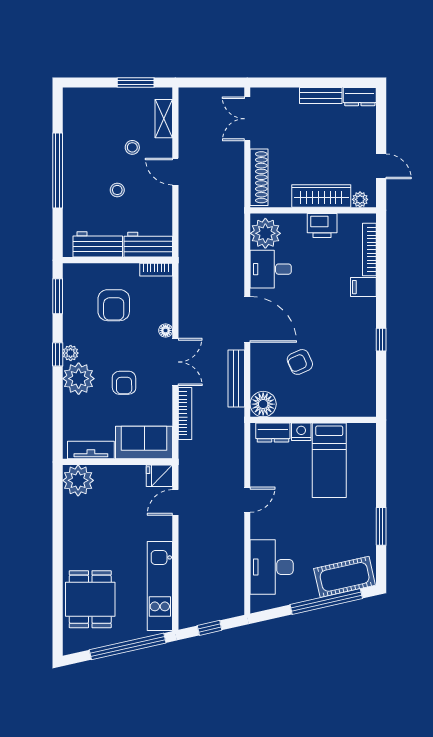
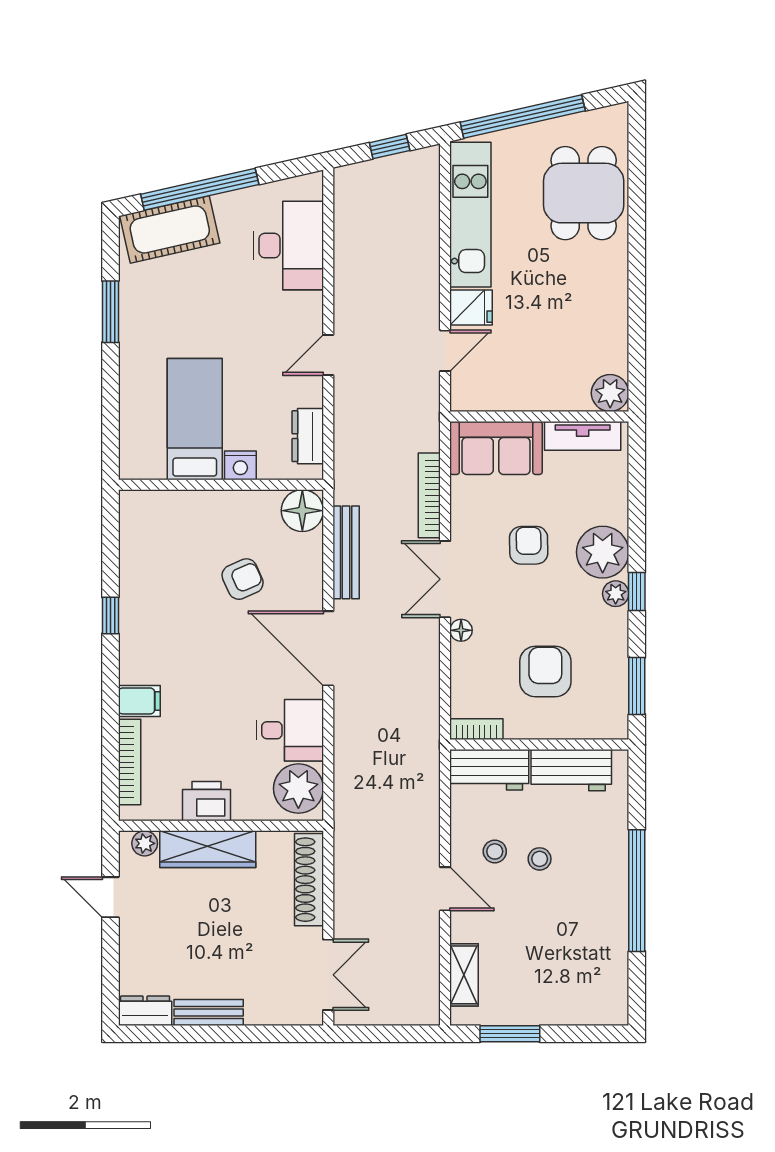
stool: (132, 147) -> (495, 851), moved
dresser: (273, 433) -> (308, 436), moved, turned -90
fridge: (159, 476) -> (471, 307), moved
plant: (78, 480) -> (610, 393), width x0.73, depth x0.73

